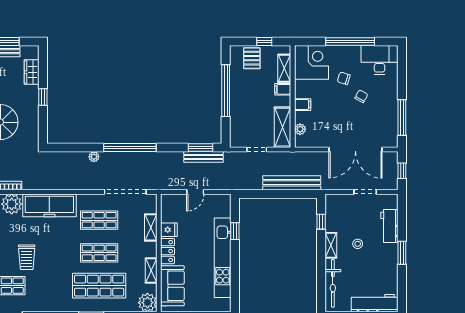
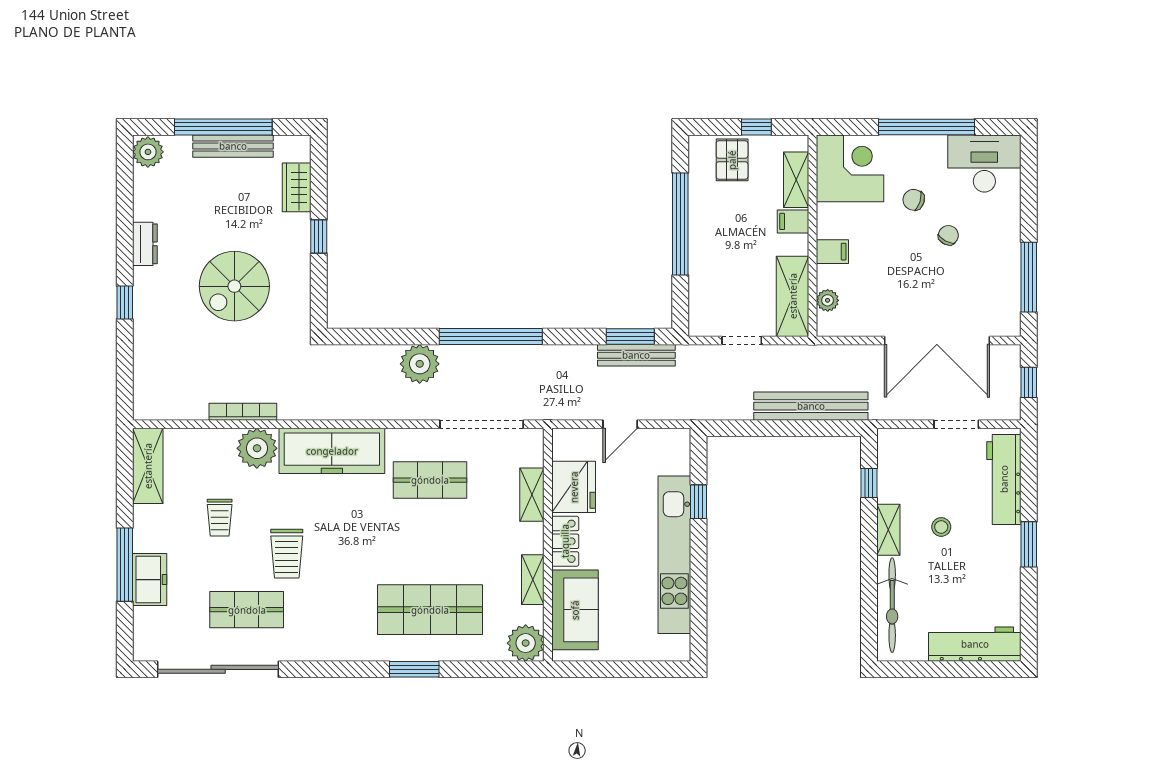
plant: (94, 157) -> (420, 364), width x1.87, depth x1.87
workbench: (389, 226) -> (1004, 479), width x1.38
fridge: (169, 230) -> (574, 487), width x1.88, depth x1.34
shop shelf: (99, 253) -> (430, 545), removed

